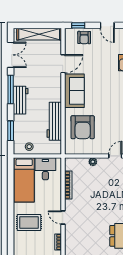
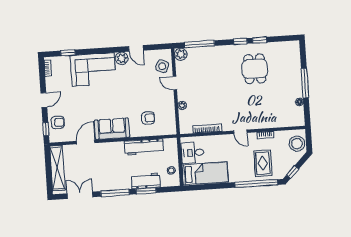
door: (63, 64) -> (86, 142), hinge flipped
workbench: (21, 100) -> (146, 181), moved
armchair: (83, 127) -> (148, 118), width x0.53, depth x0.53
window: (11, 131) -> (146, 191), moved
door: (63, 217) -> (240, 132), hinge flipped
rug: (29, 223) -> (263, 163), moved
window: (11, 230) -> (256, 184), added

